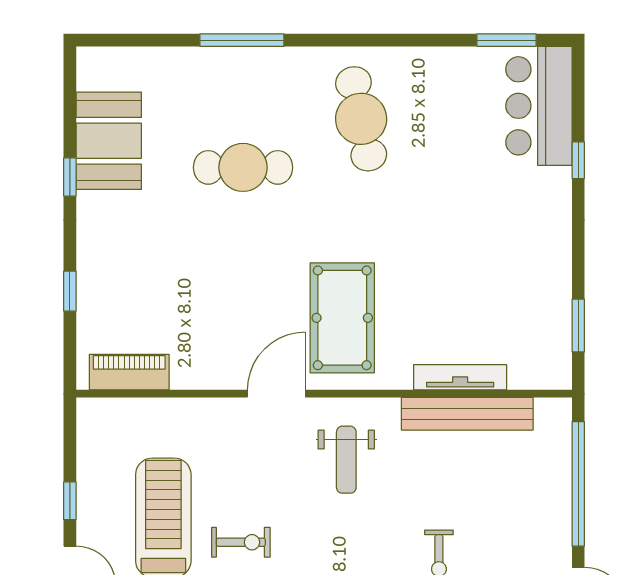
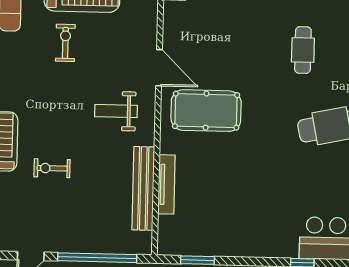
cafe table: (243, 167) -> (303, 50), width x0.73, depth x0.74
exercise bike: (241, 542) -> (65, 43), turned 180

